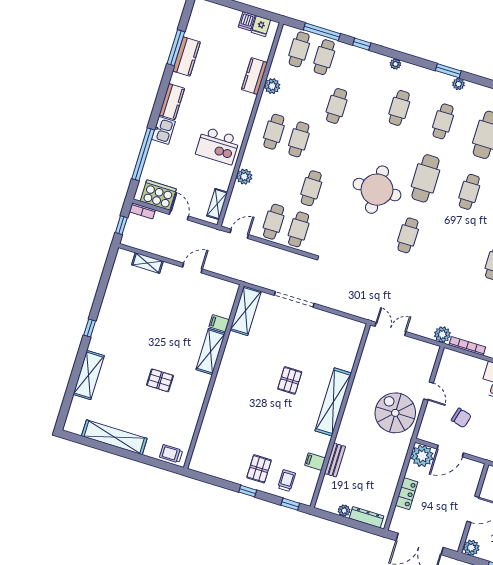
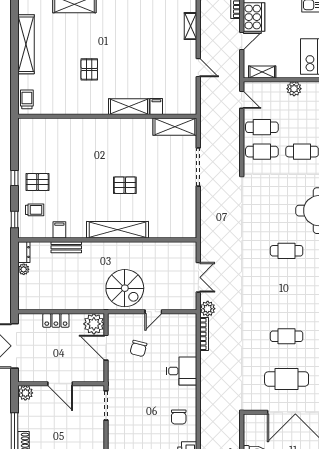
double door: (390, 329) -> (198, 277), moved
spiral stairs: (395, 413) -> (125, 288), turned 90
dresser: (367, 517) -> (24, 252), moved, width x0.70

